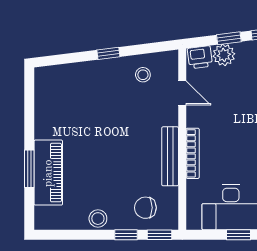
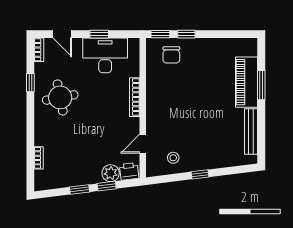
door: (182, 93) -> (143, 144), hinge flipped
bench: (170, 156) -> (251, 132), moved
chair: (145, 208) -> (171, 55), turned 90
stool: (98, 219) -> (208, 47), removed

